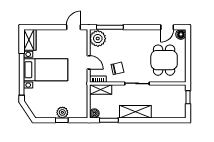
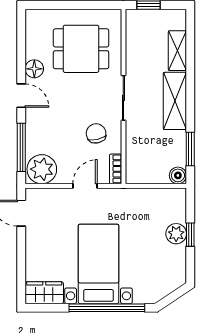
door: (167, 27) -> (21, 96), moved
floor lamp: (181, 34) -> (34, 69), moved
shelving: (101, 89) -> (177, 51), moved

